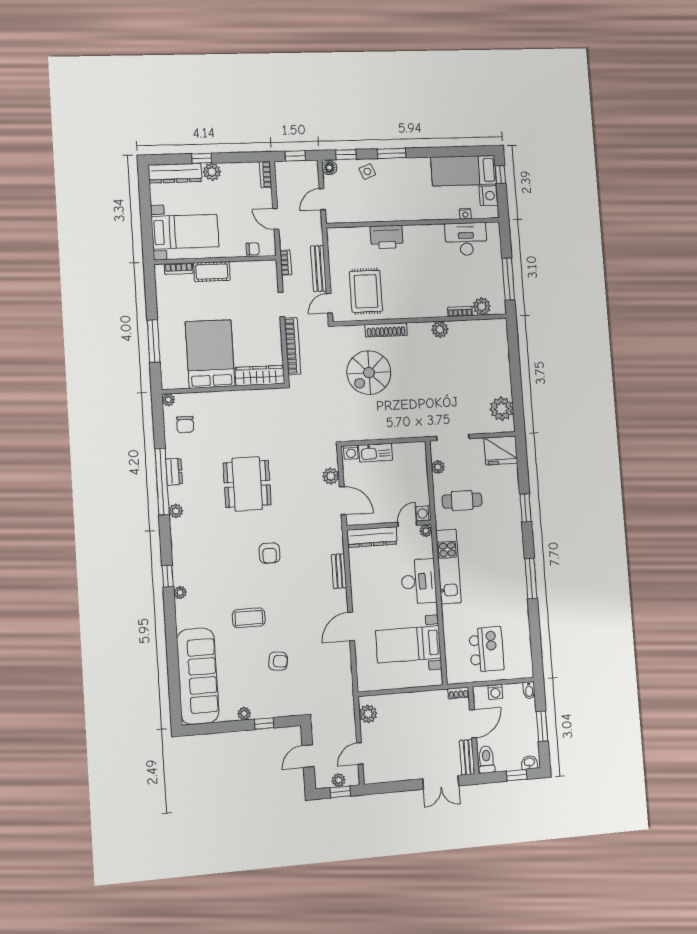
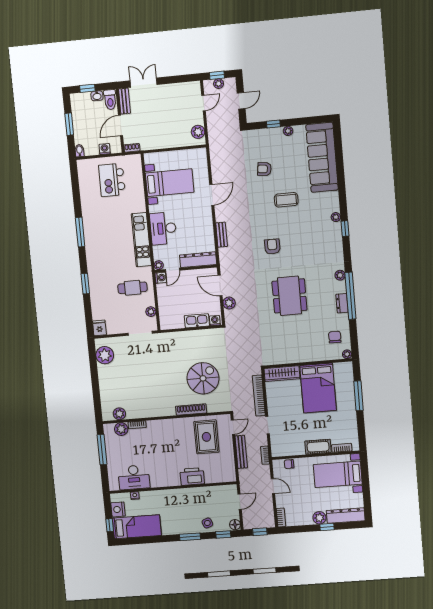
plant: (440, 329) -> (119, 414), moved
fridge: (501, 450) -> (99, 328), width x0.53, depth x0.75
washbasin: (529, 762) -> (97, 96), moved

